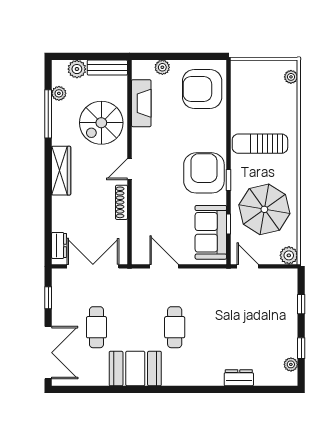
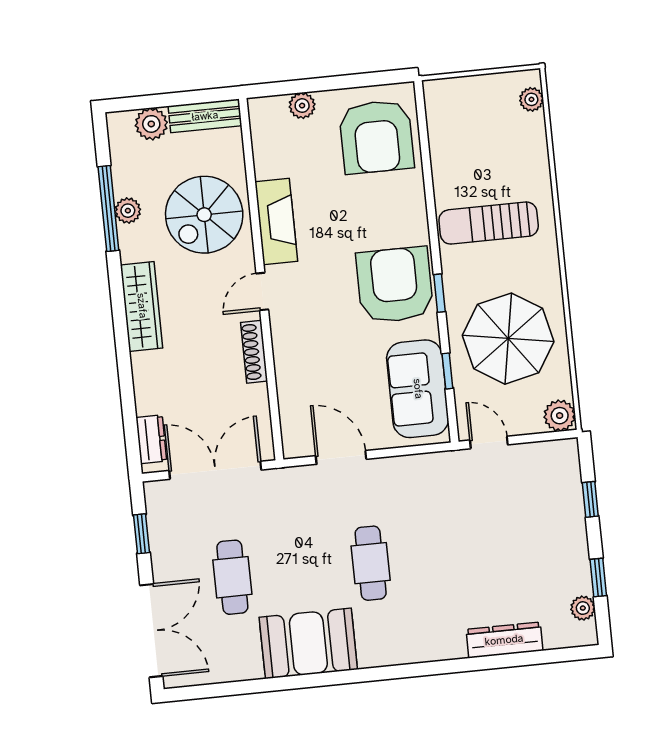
armchair: (202, 89) -> (376, 137), turned -90
plant: (59, 93) -> (128, 211), moved
fireplace: (141, 103) -> (276, 221), moved
dresser: (239, 378) -> (504, 640), width x1.44

